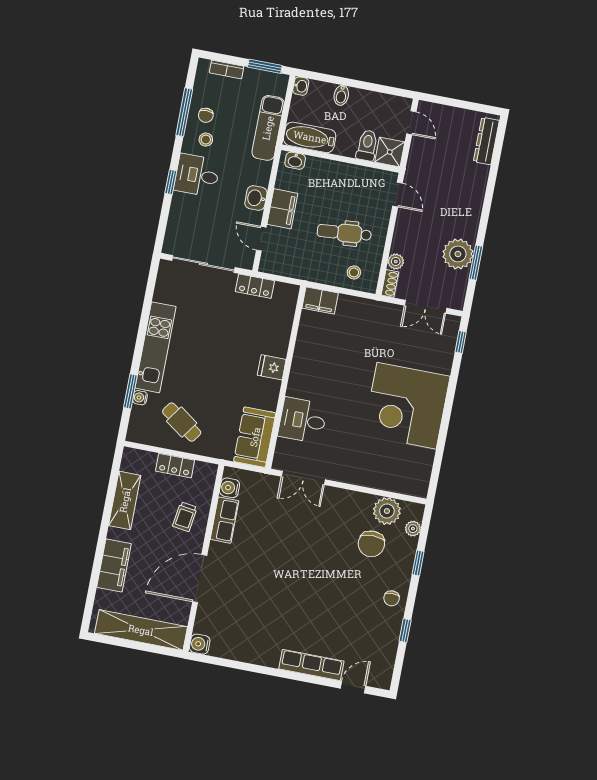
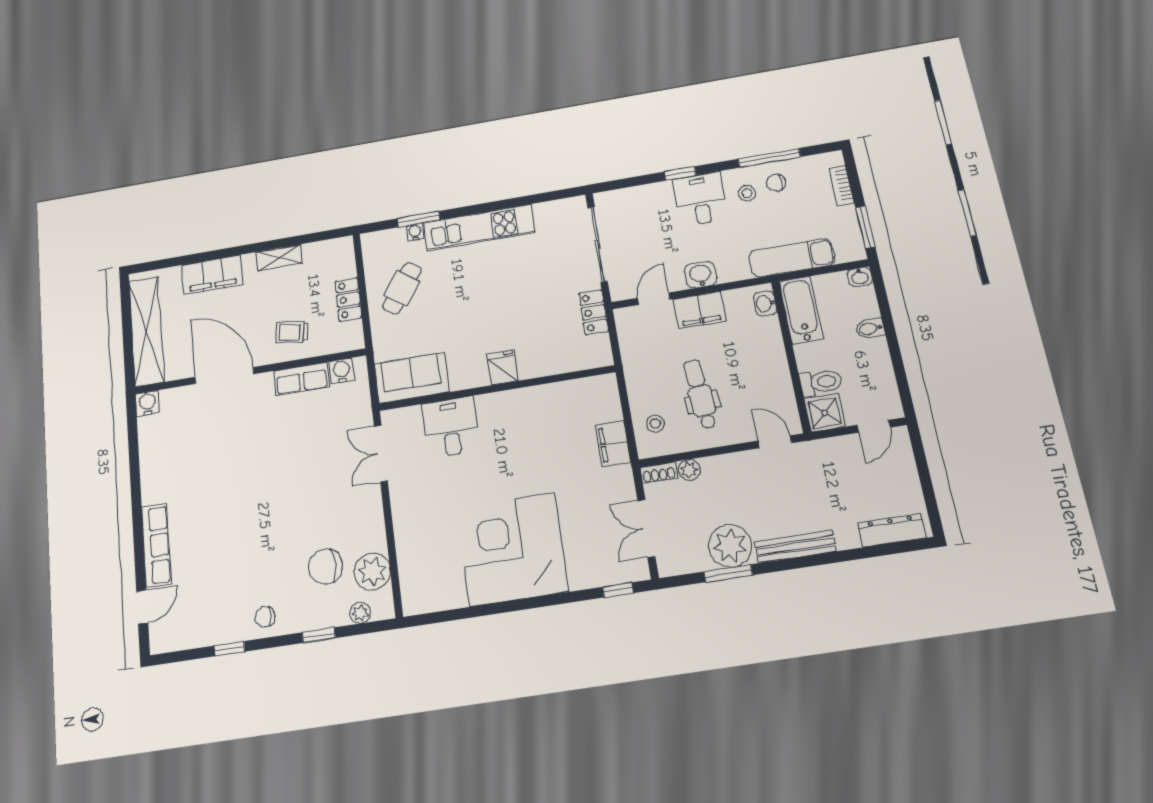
door: (398, 195) -> (775, 442), swing flipped
bench: (474, 210) -> (795, 546), added
filing cabinet: (320, 301) -> (613, 444), moved
shelving: (125, 500) -> (279, 258), width x0.67, depth x0.75
door: (353, 687) -> (142, 607), hinge flipped

